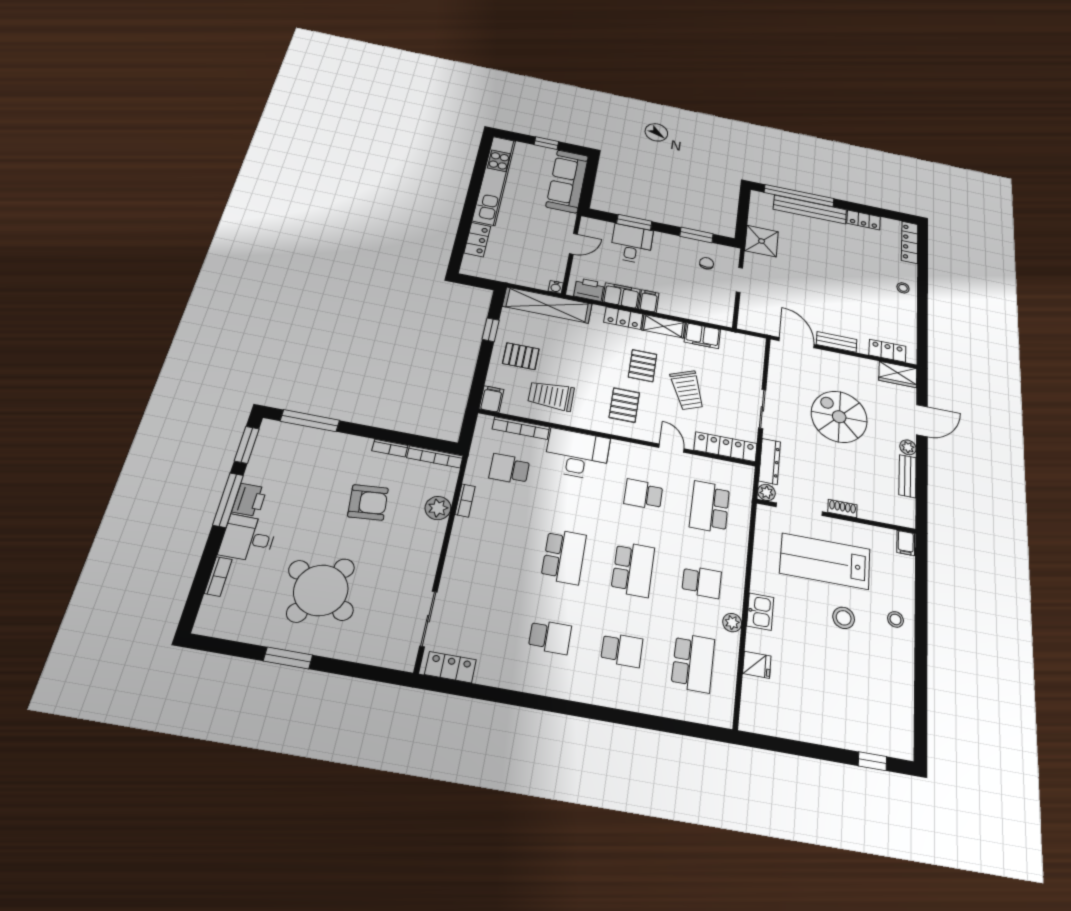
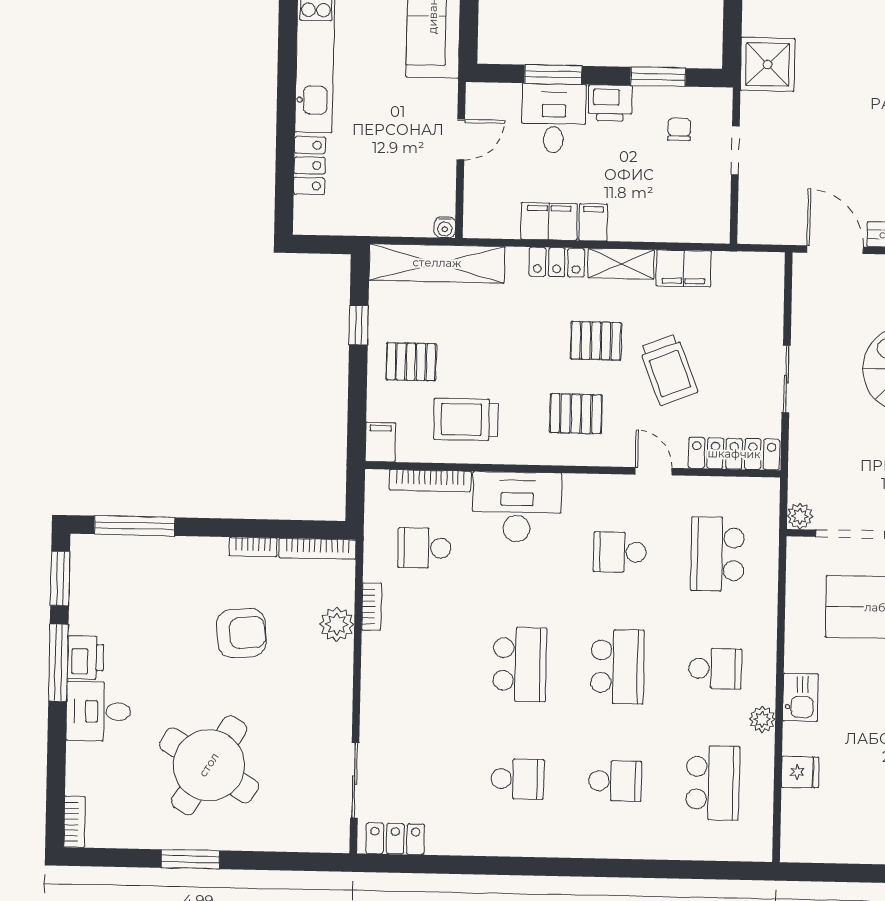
printer: (589, 289) -> (610, 103), moved, turned 180
pallet: (643, 366) -> (596, 341), turned 90
pallet: (624, 405) -> (576, 414), turned 90
dresser: (770, 461) -> (802, 465), removed
bookcase: (218, 576) -> (75, 822), moved

